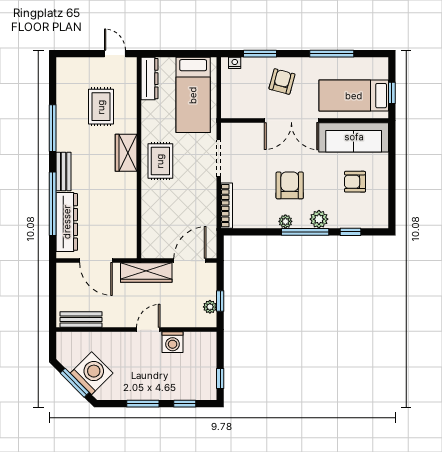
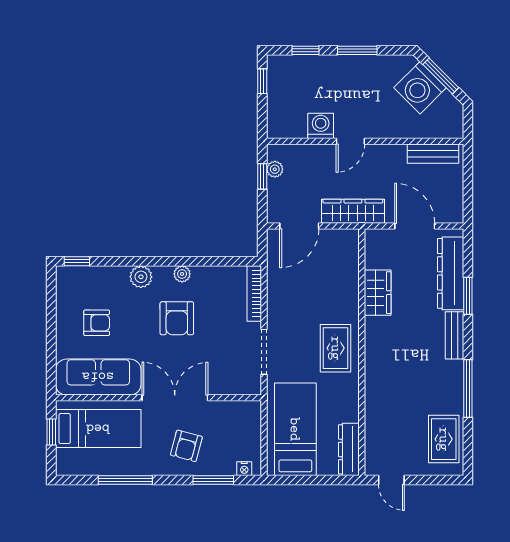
rug: (101, 107) -> (444, 439), moved
wardrobe: (126, 153) -> (378, 293), moved
window: (53, 204) -> (468, 296), width x0.47
window: (305, 232) -> (158, 261), removed
window: (351, 232) -> (77, 261), moved

